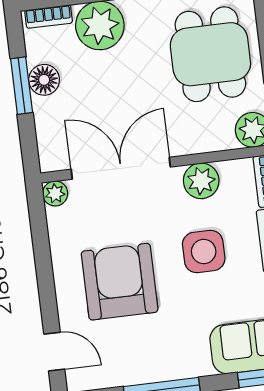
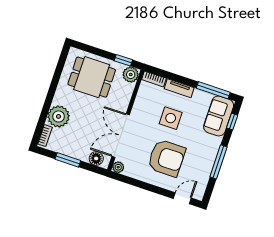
floor lamp: (44, 80) -> (96, 158), moved
plant: (201, 181) -> (141, 105), removed
armchair: (120, 282) -> (167, 158), turned 180

